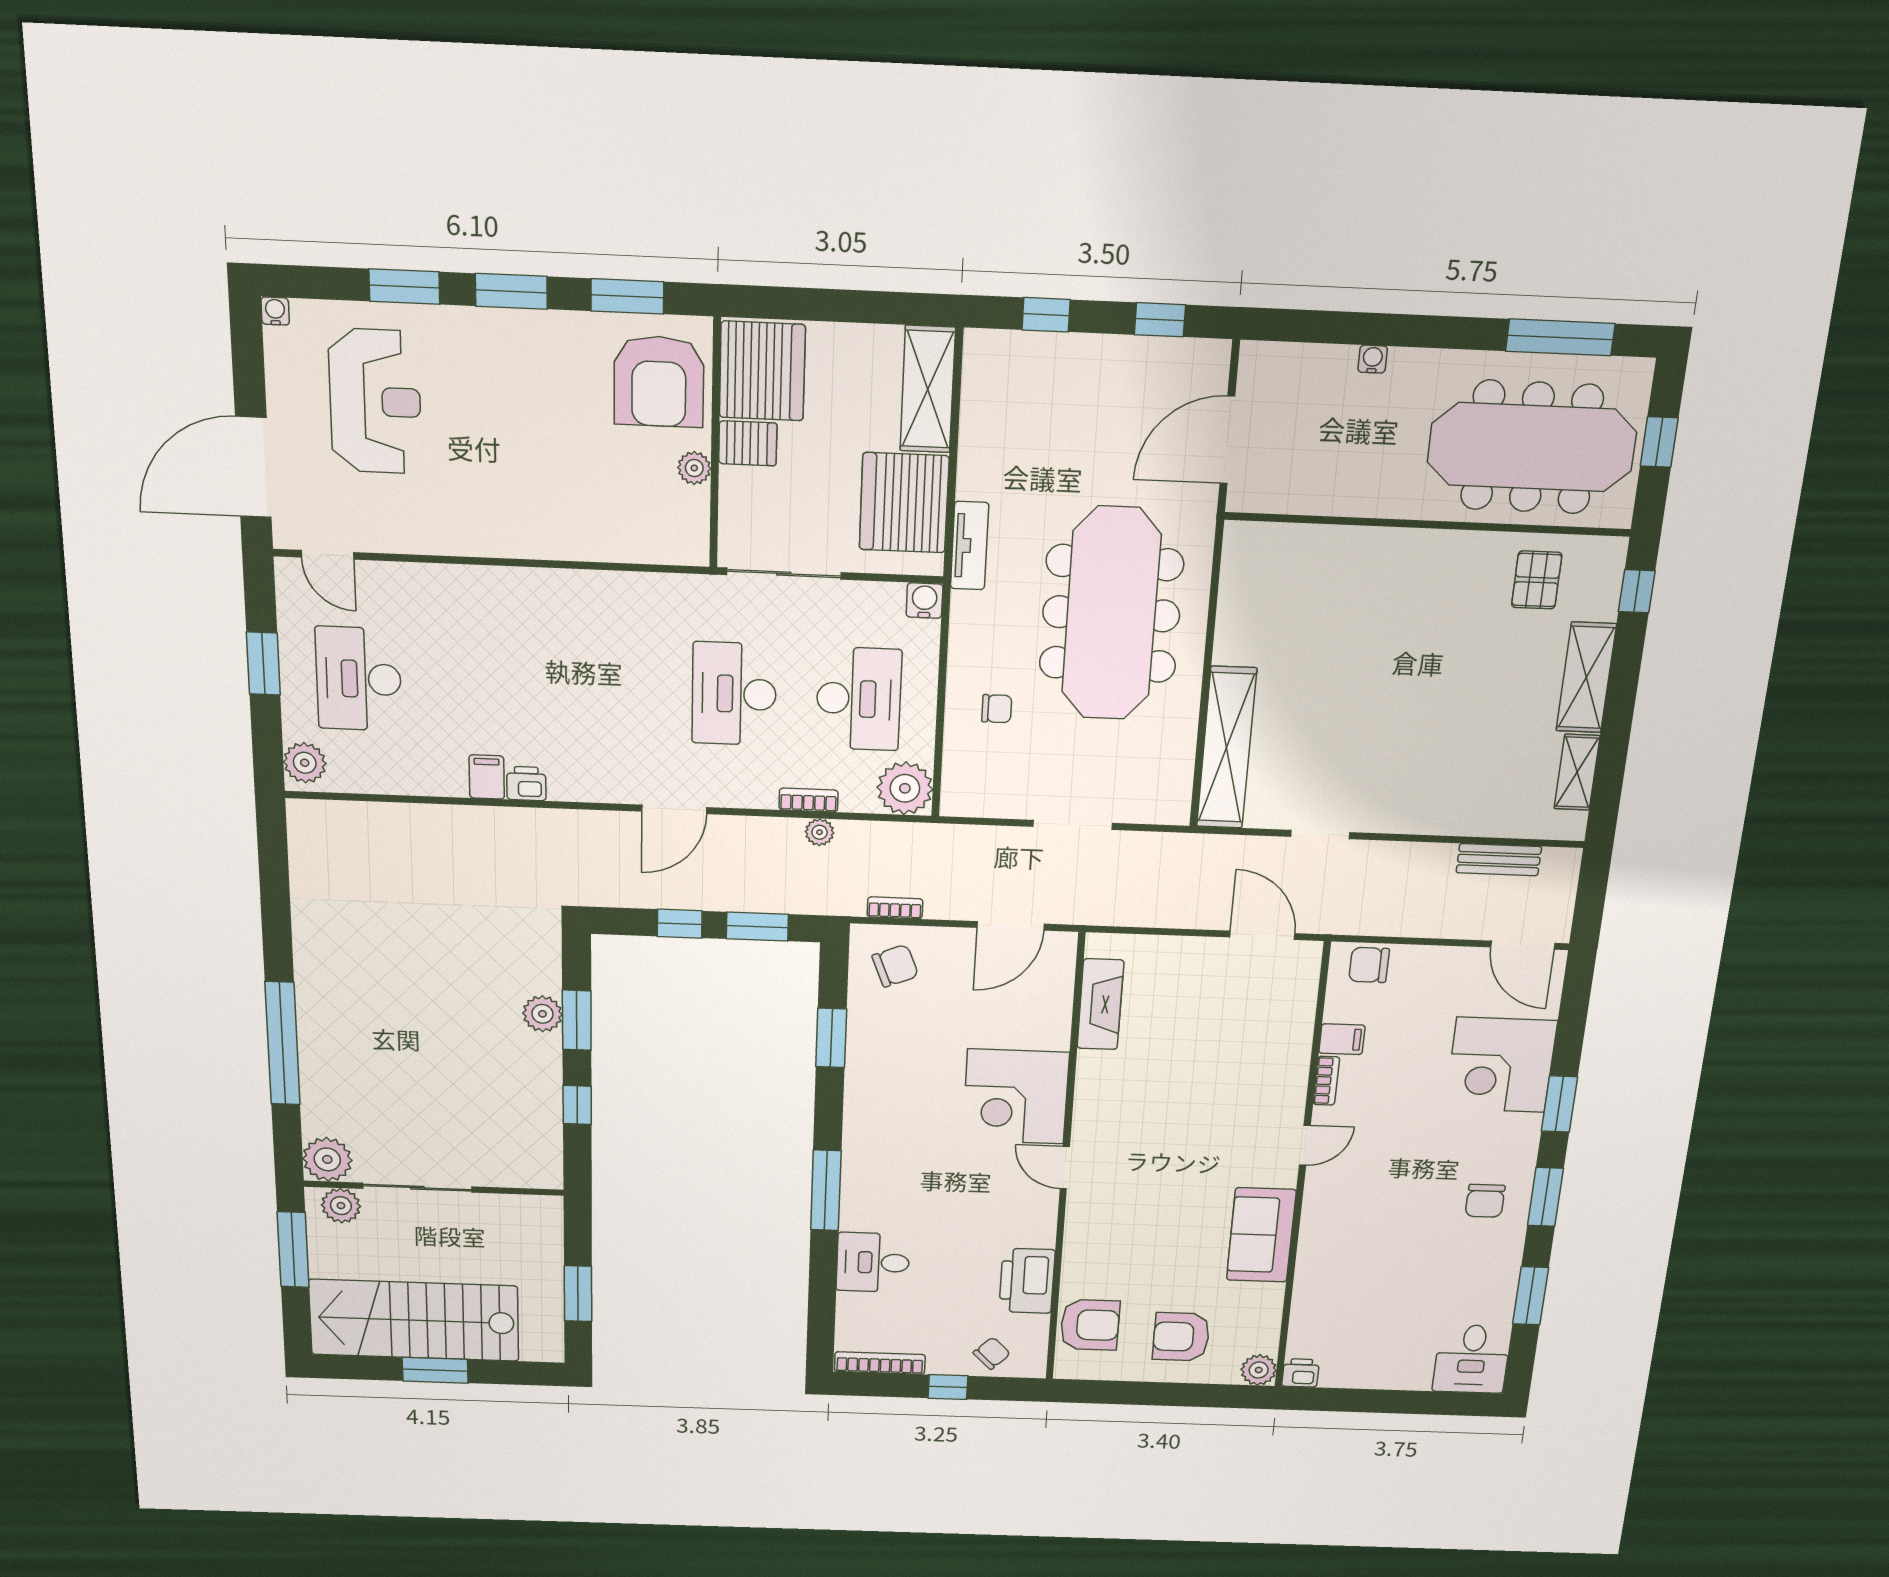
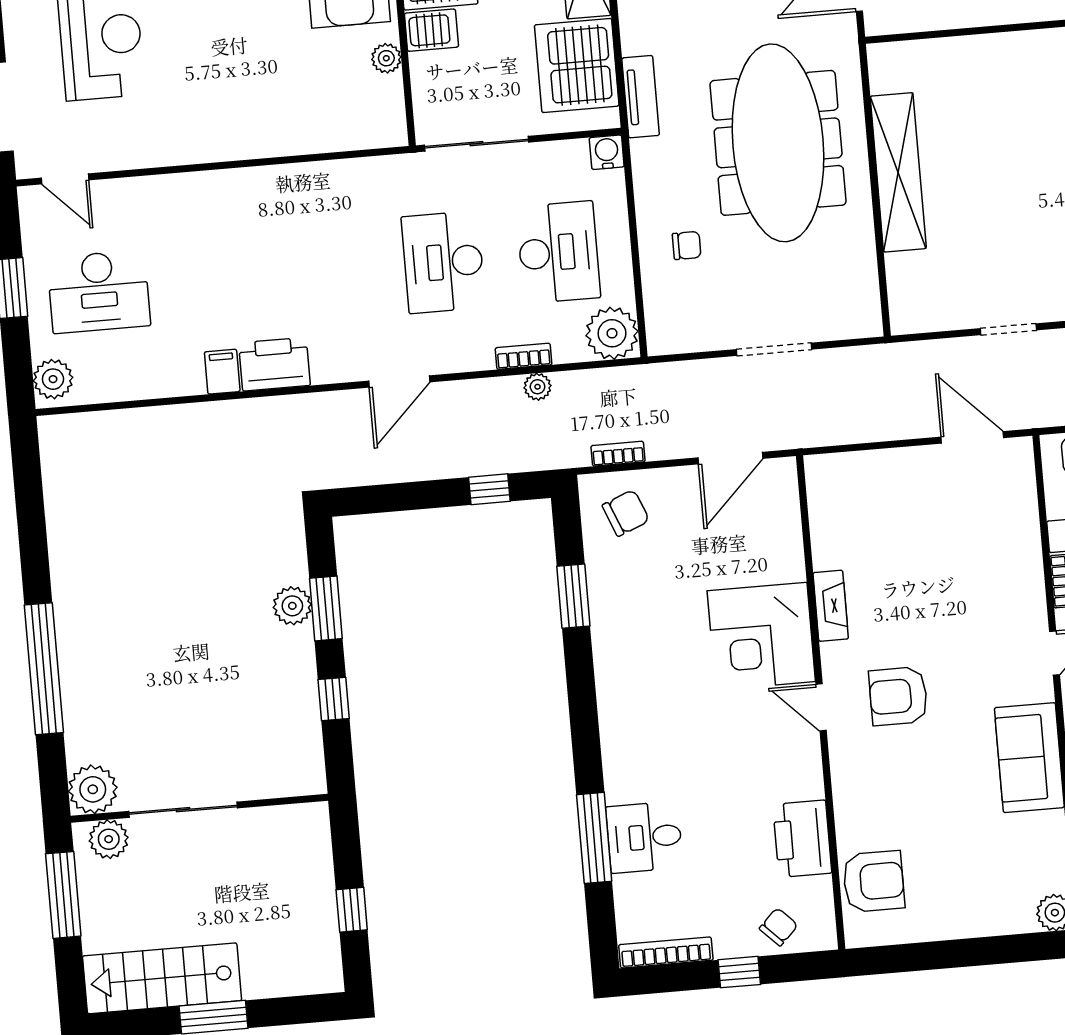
desk: (359, 679) -> (99, 292), turned -90
shelving: (1227, 748) -> (898, 172), moved
printer: (526, 784) -> (274, 364), width x1.87, depth x1.48
window: (680, 924) -> (415, 496), removed
window: (757, 927) -> (489, 489), width x0.67
fireplace: (1100, 1004) -> (831, 606), moved, width x0.73, depth x0.76
window: (826, 1190) -> (594, 838), moved
window: (578, 1294) -> (352, 910), width x0.67
stairs: (414, 1320) -> (162, 978), width x0.73, depth x0.66
armchair: (1181, 1337) -> (898, 696), moved

